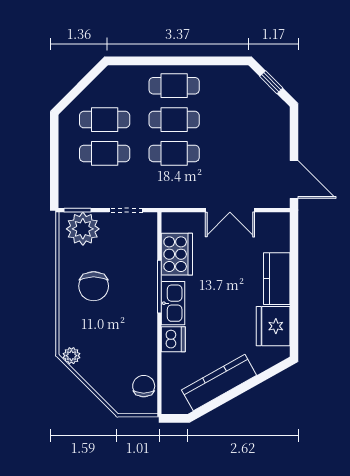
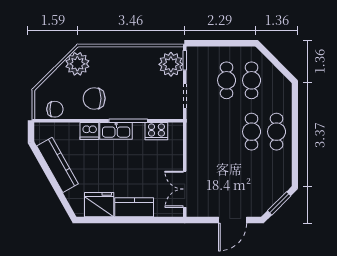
window: (271, 82) -> (279, 203), width x1.50
cafe table: (174, 153) -> (227, 132), removed
door: (294, 179) -> (233, 220), moved
double door: (230, 210) -> (185, 189), moved
cooker: (177, 254) -> (156, 131), width x0.73, depth x0.76
chair: (94, 286) -> (94, 98), moved
plant: (71, 356) -> (77, 64), width x1.87, depth x1.87

